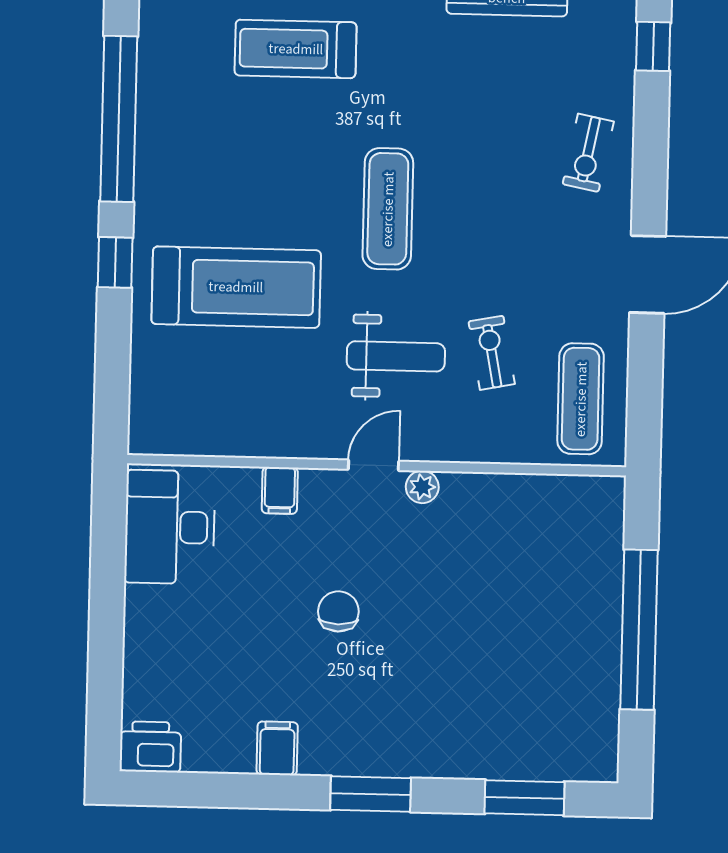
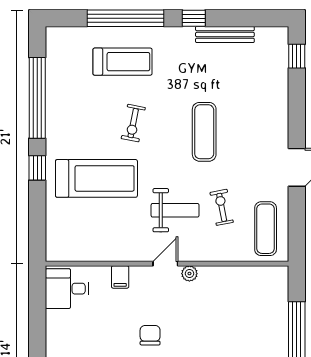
treadmill: (296, 49) -> (123, 62), turned 180
exercise bike: (588, 153) -> (133, 123), moved
exercise mat: (388, 209) -> (204, 132), moved
desk: (170, 527) -> (67, 289), width x0.73

